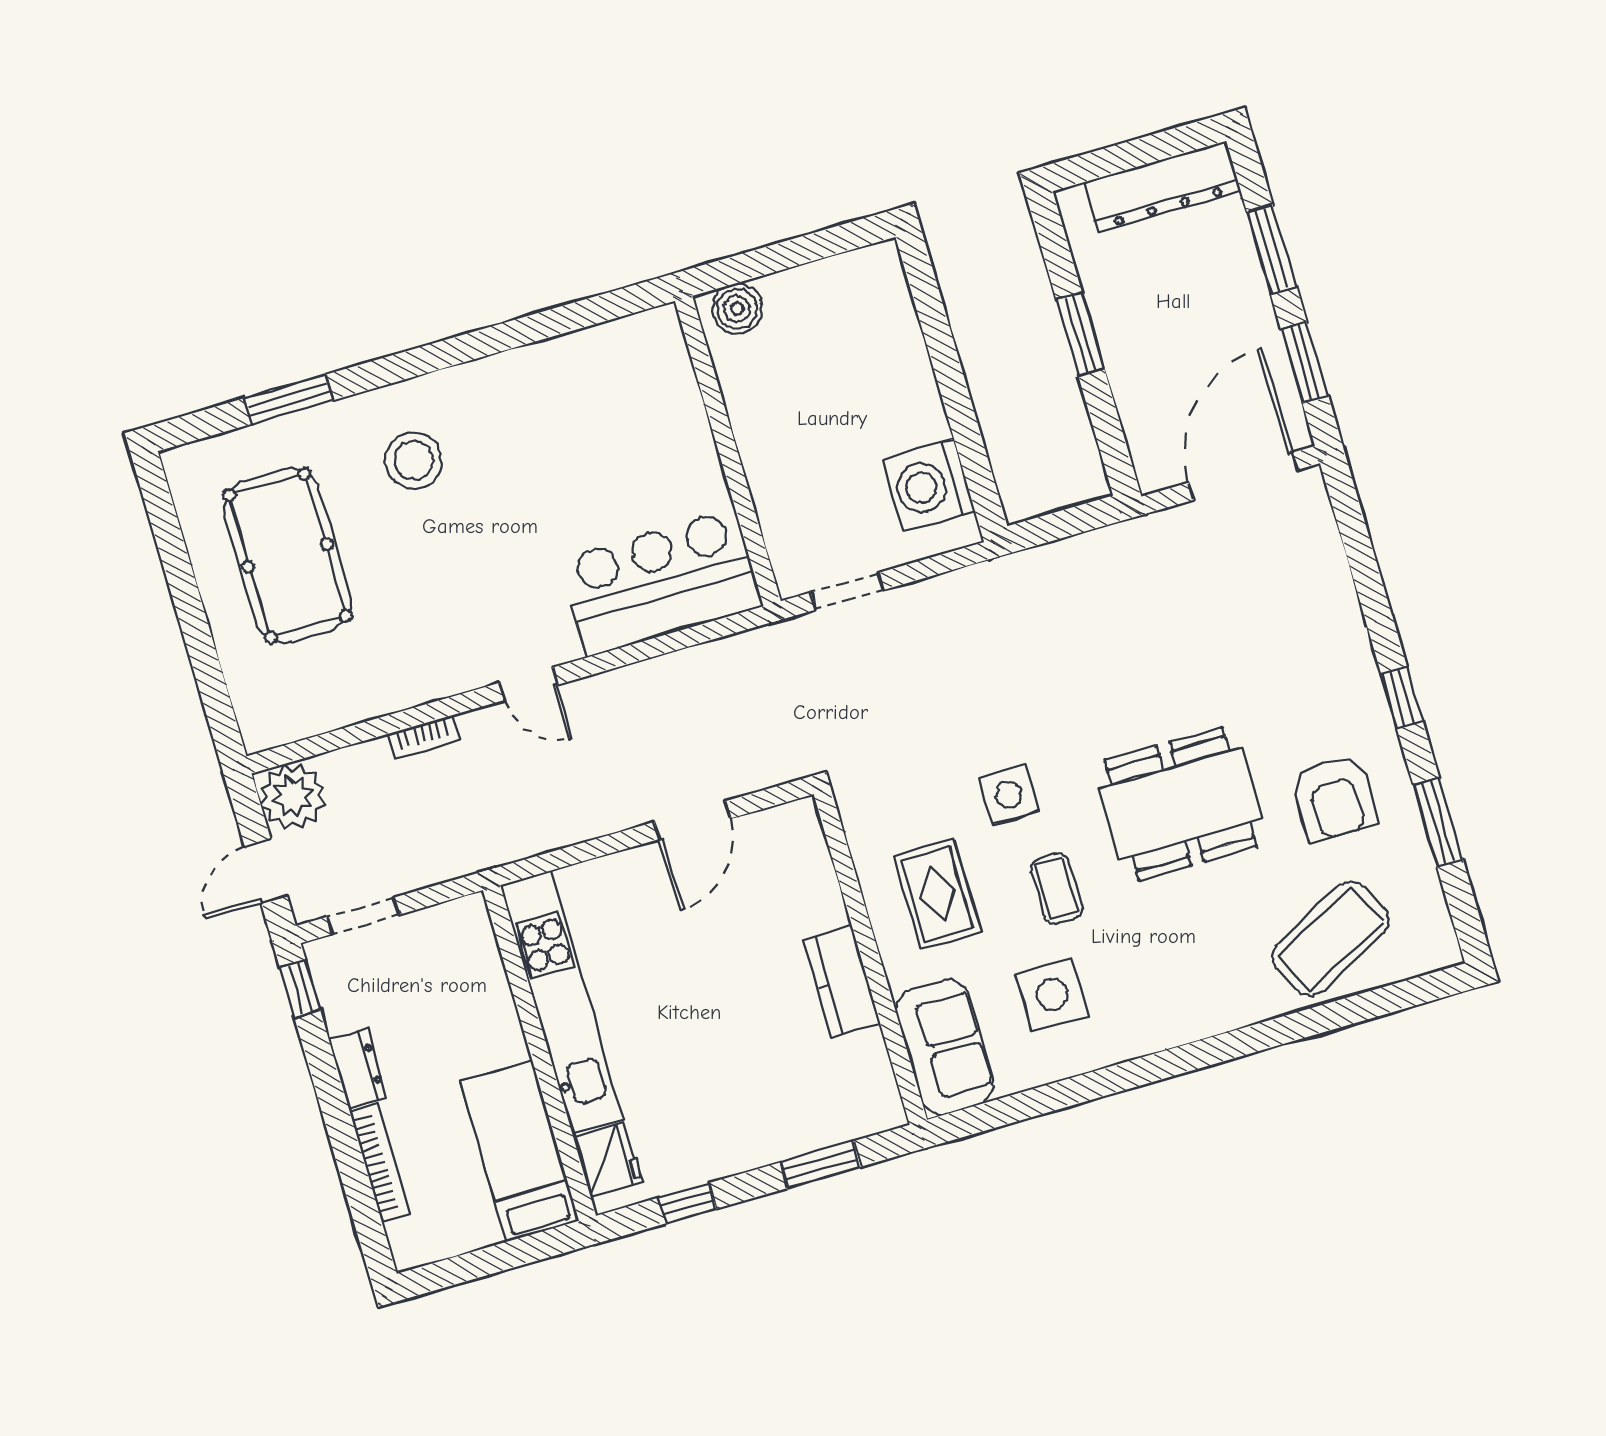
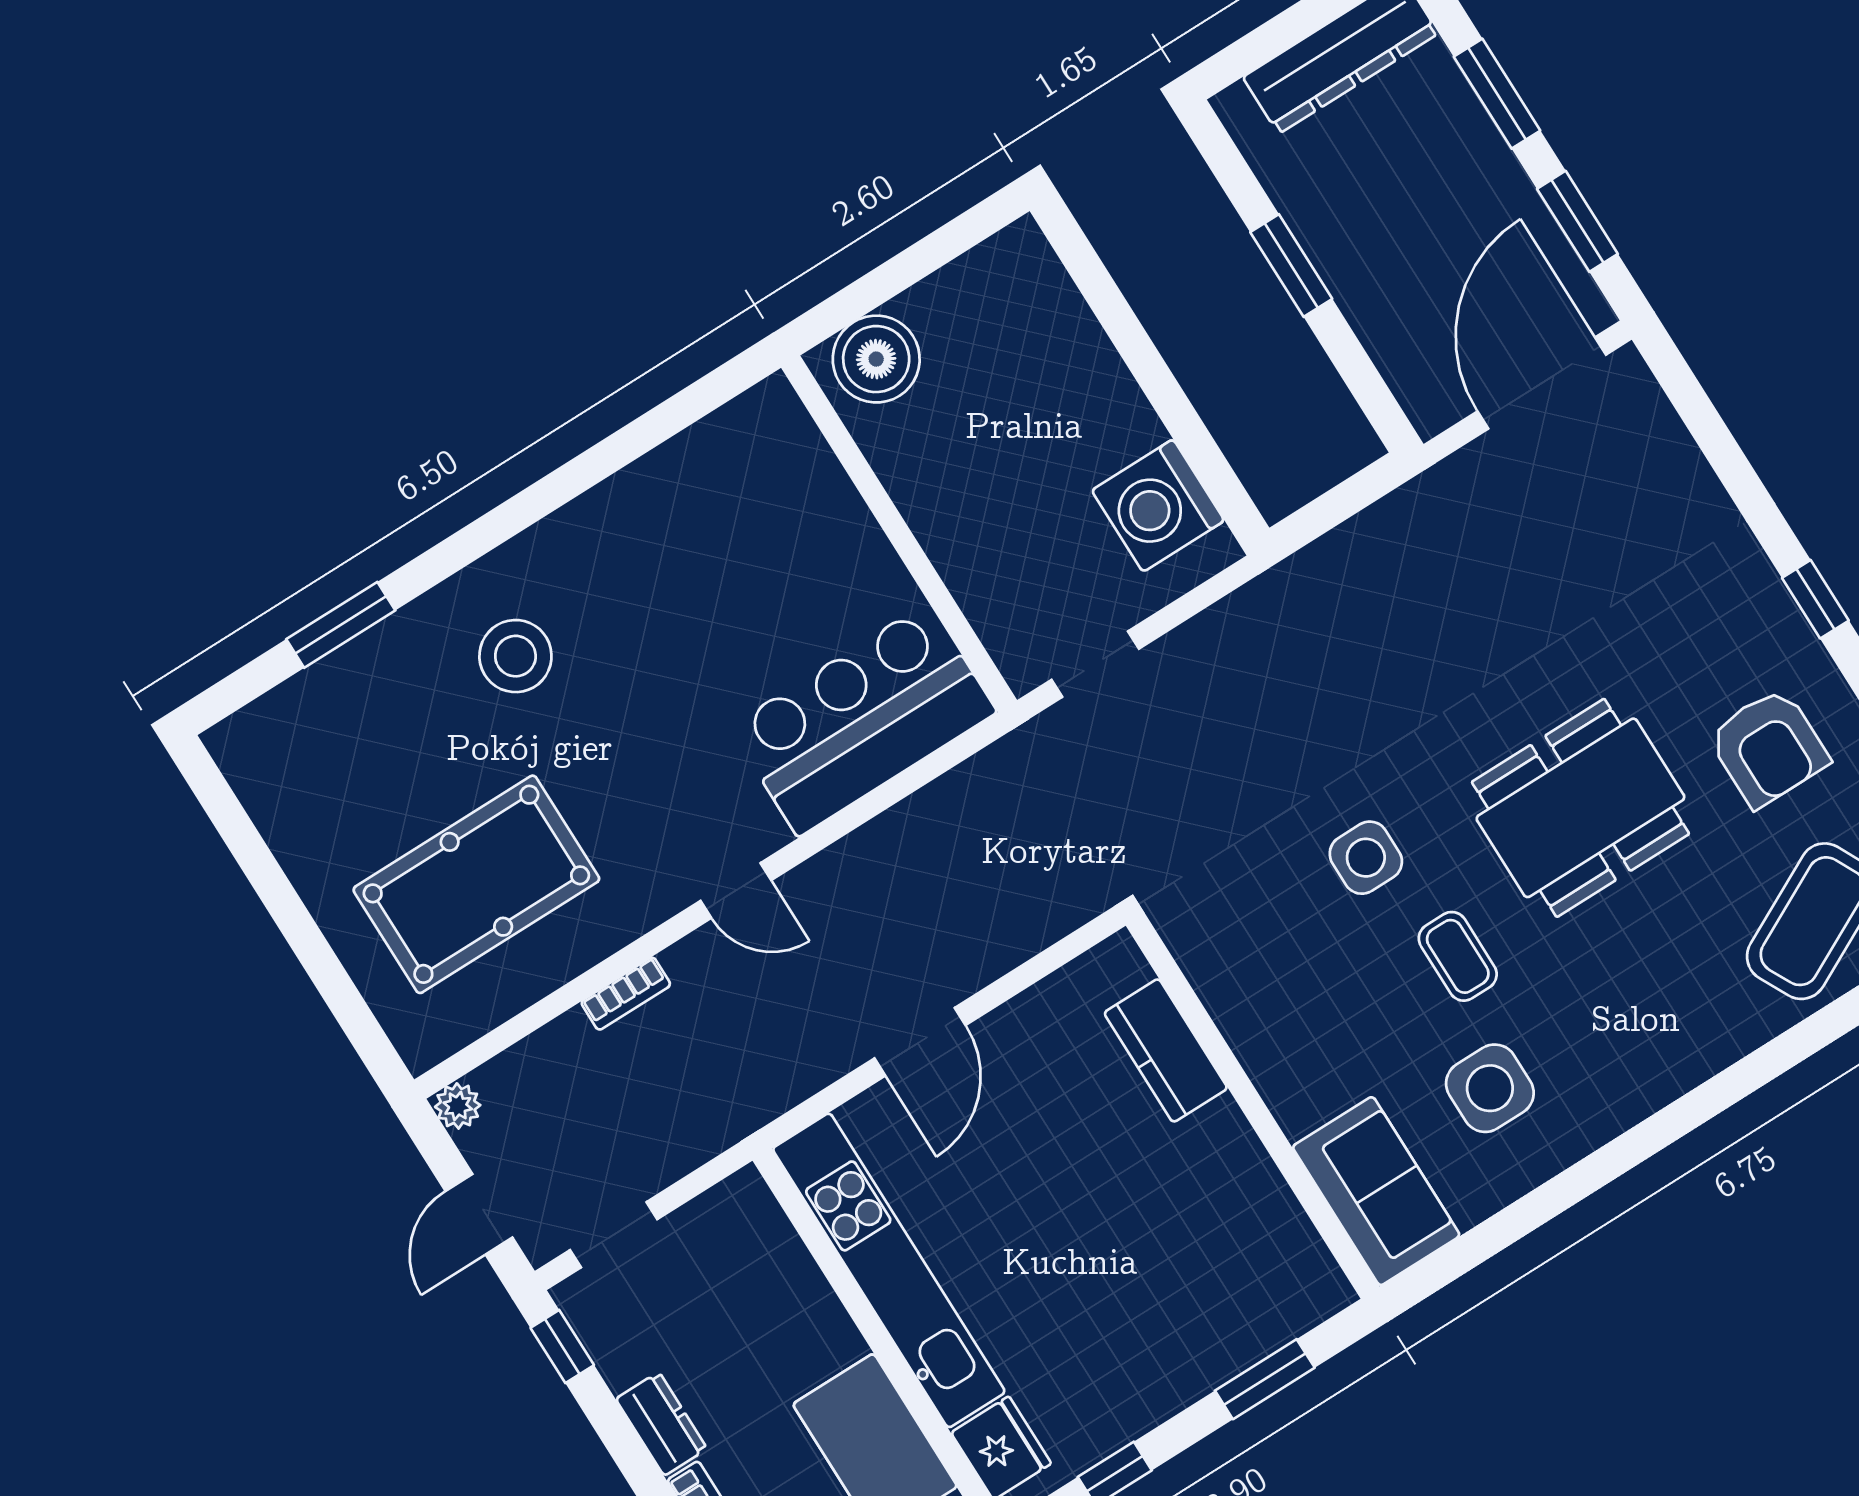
boiler: (737, 309) -> (876, 359), width x1.37, depth x1.37
pool table: (288, 555) -> (476, 884), moved, turned 90
plant: (293, 796) -> (458, 1106), width x0.53, depth x0.53
door: (692, 820) -> (920, 1042), moved
rug: (937, 894) -> (1313, 1005), removed
kitchen counter: (842, 982) -> (1166, 1050), moved

